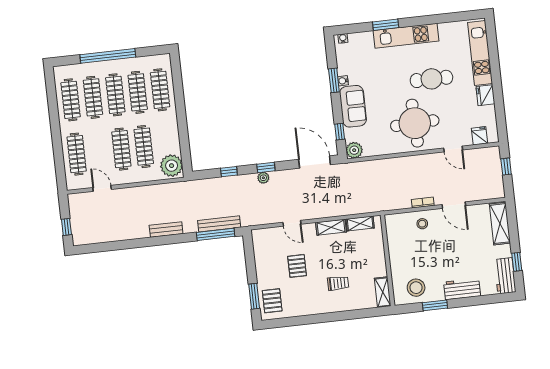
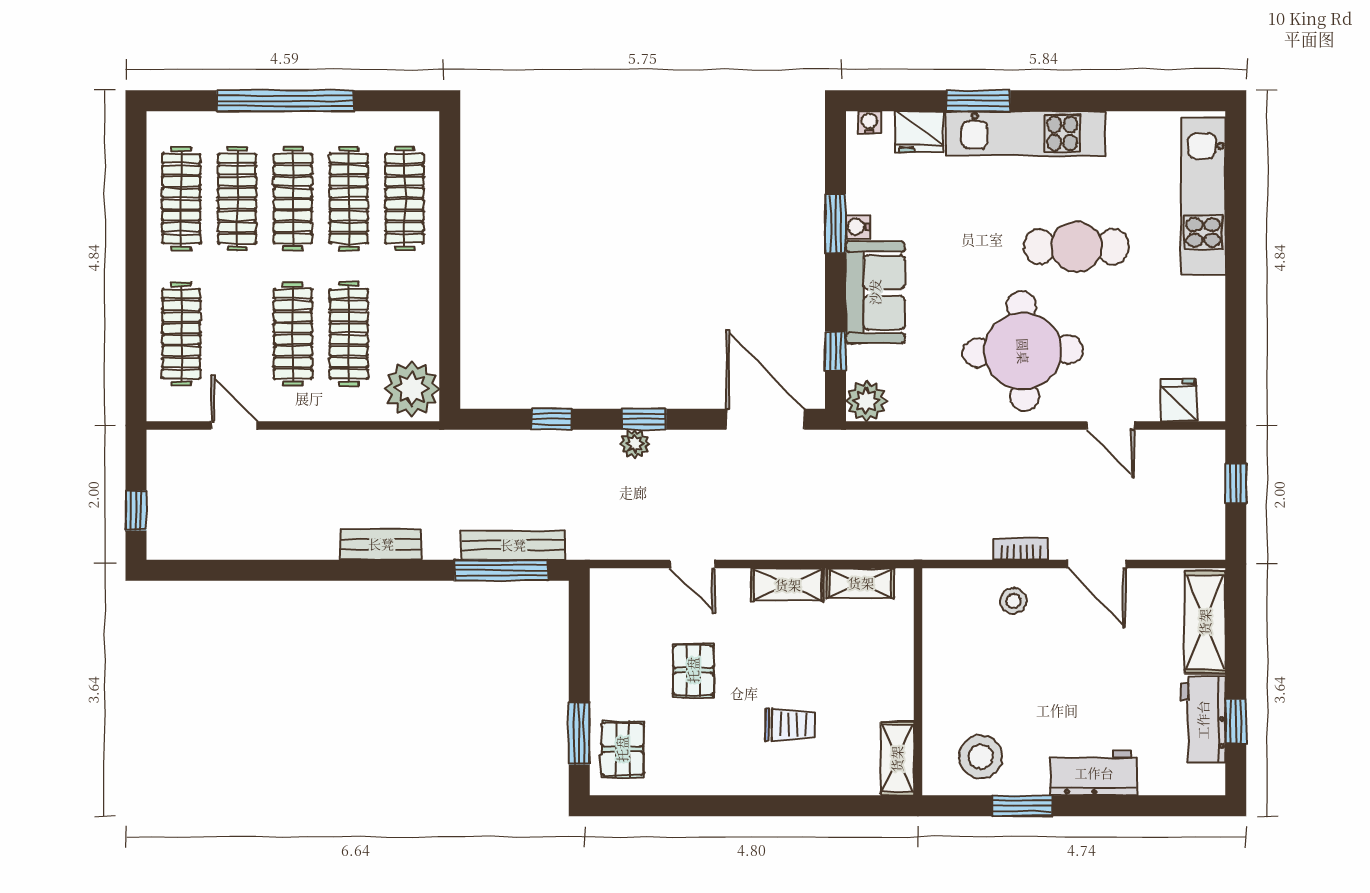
fridge: (485, 95) -> (919, 132), moved, turned -90
workbench: (505, 276) -> (1203, 720), moved

